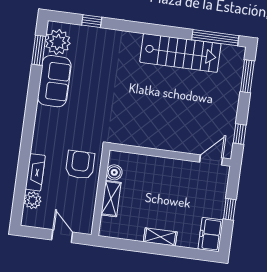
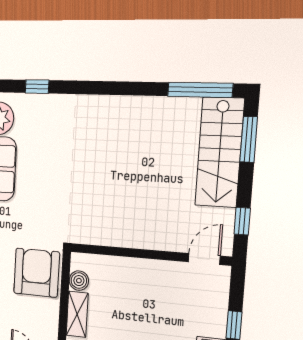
stairs: (180, 53) -> (219, 152), moved, turned 90
armchair: (80, 165) -> (37, 273), width x1.36, depth x1.36

